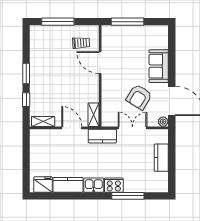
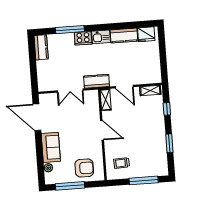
window: (128, 22) -> (70, 186), moved
door: (100, 63) -> (102, 130), moved
window: (26, 73) -> (169, 143), moved
armchair: (139, 97) -> (84, 168), moved, turned 58
plant: (163, 122) -> (48, 168), moved
kitchen counter: (161, 158) -> (41, 47), moved

